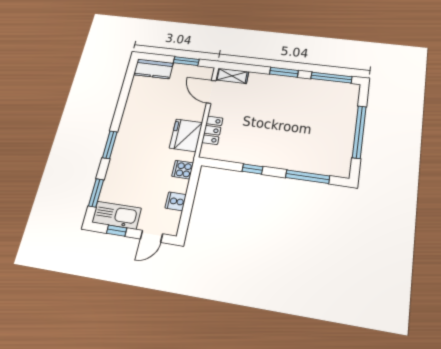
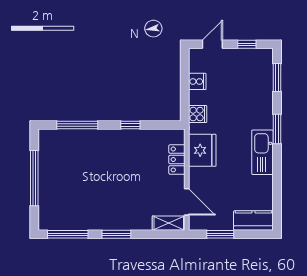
kitchen sink: (117, 215) -> (262, 152), moved, turned 90

